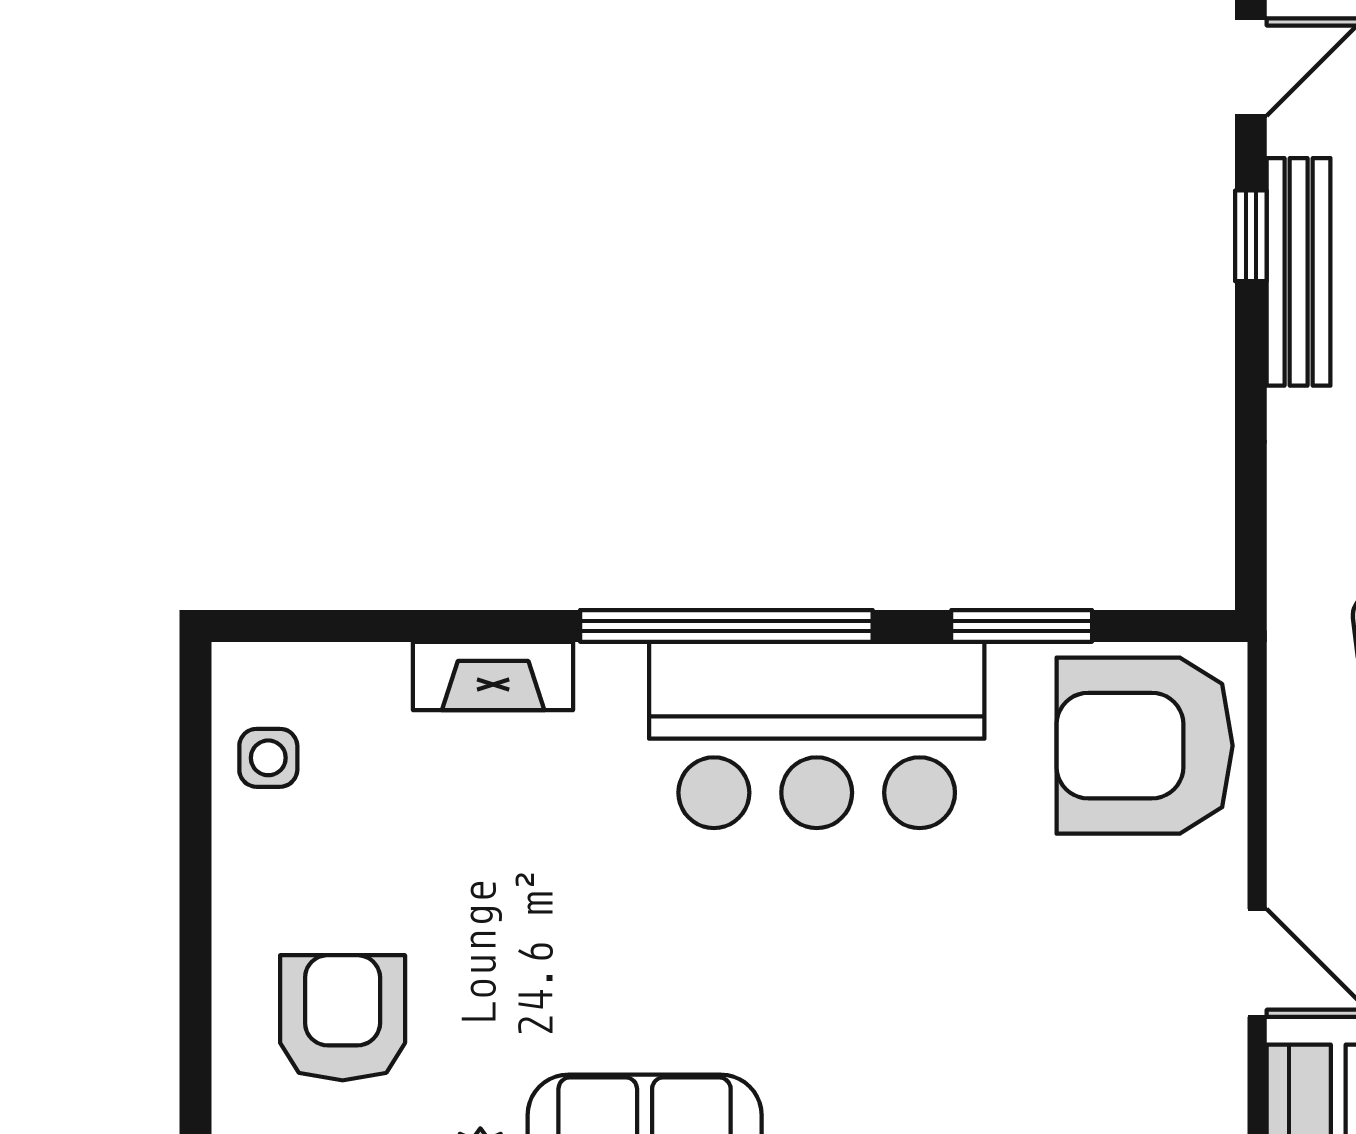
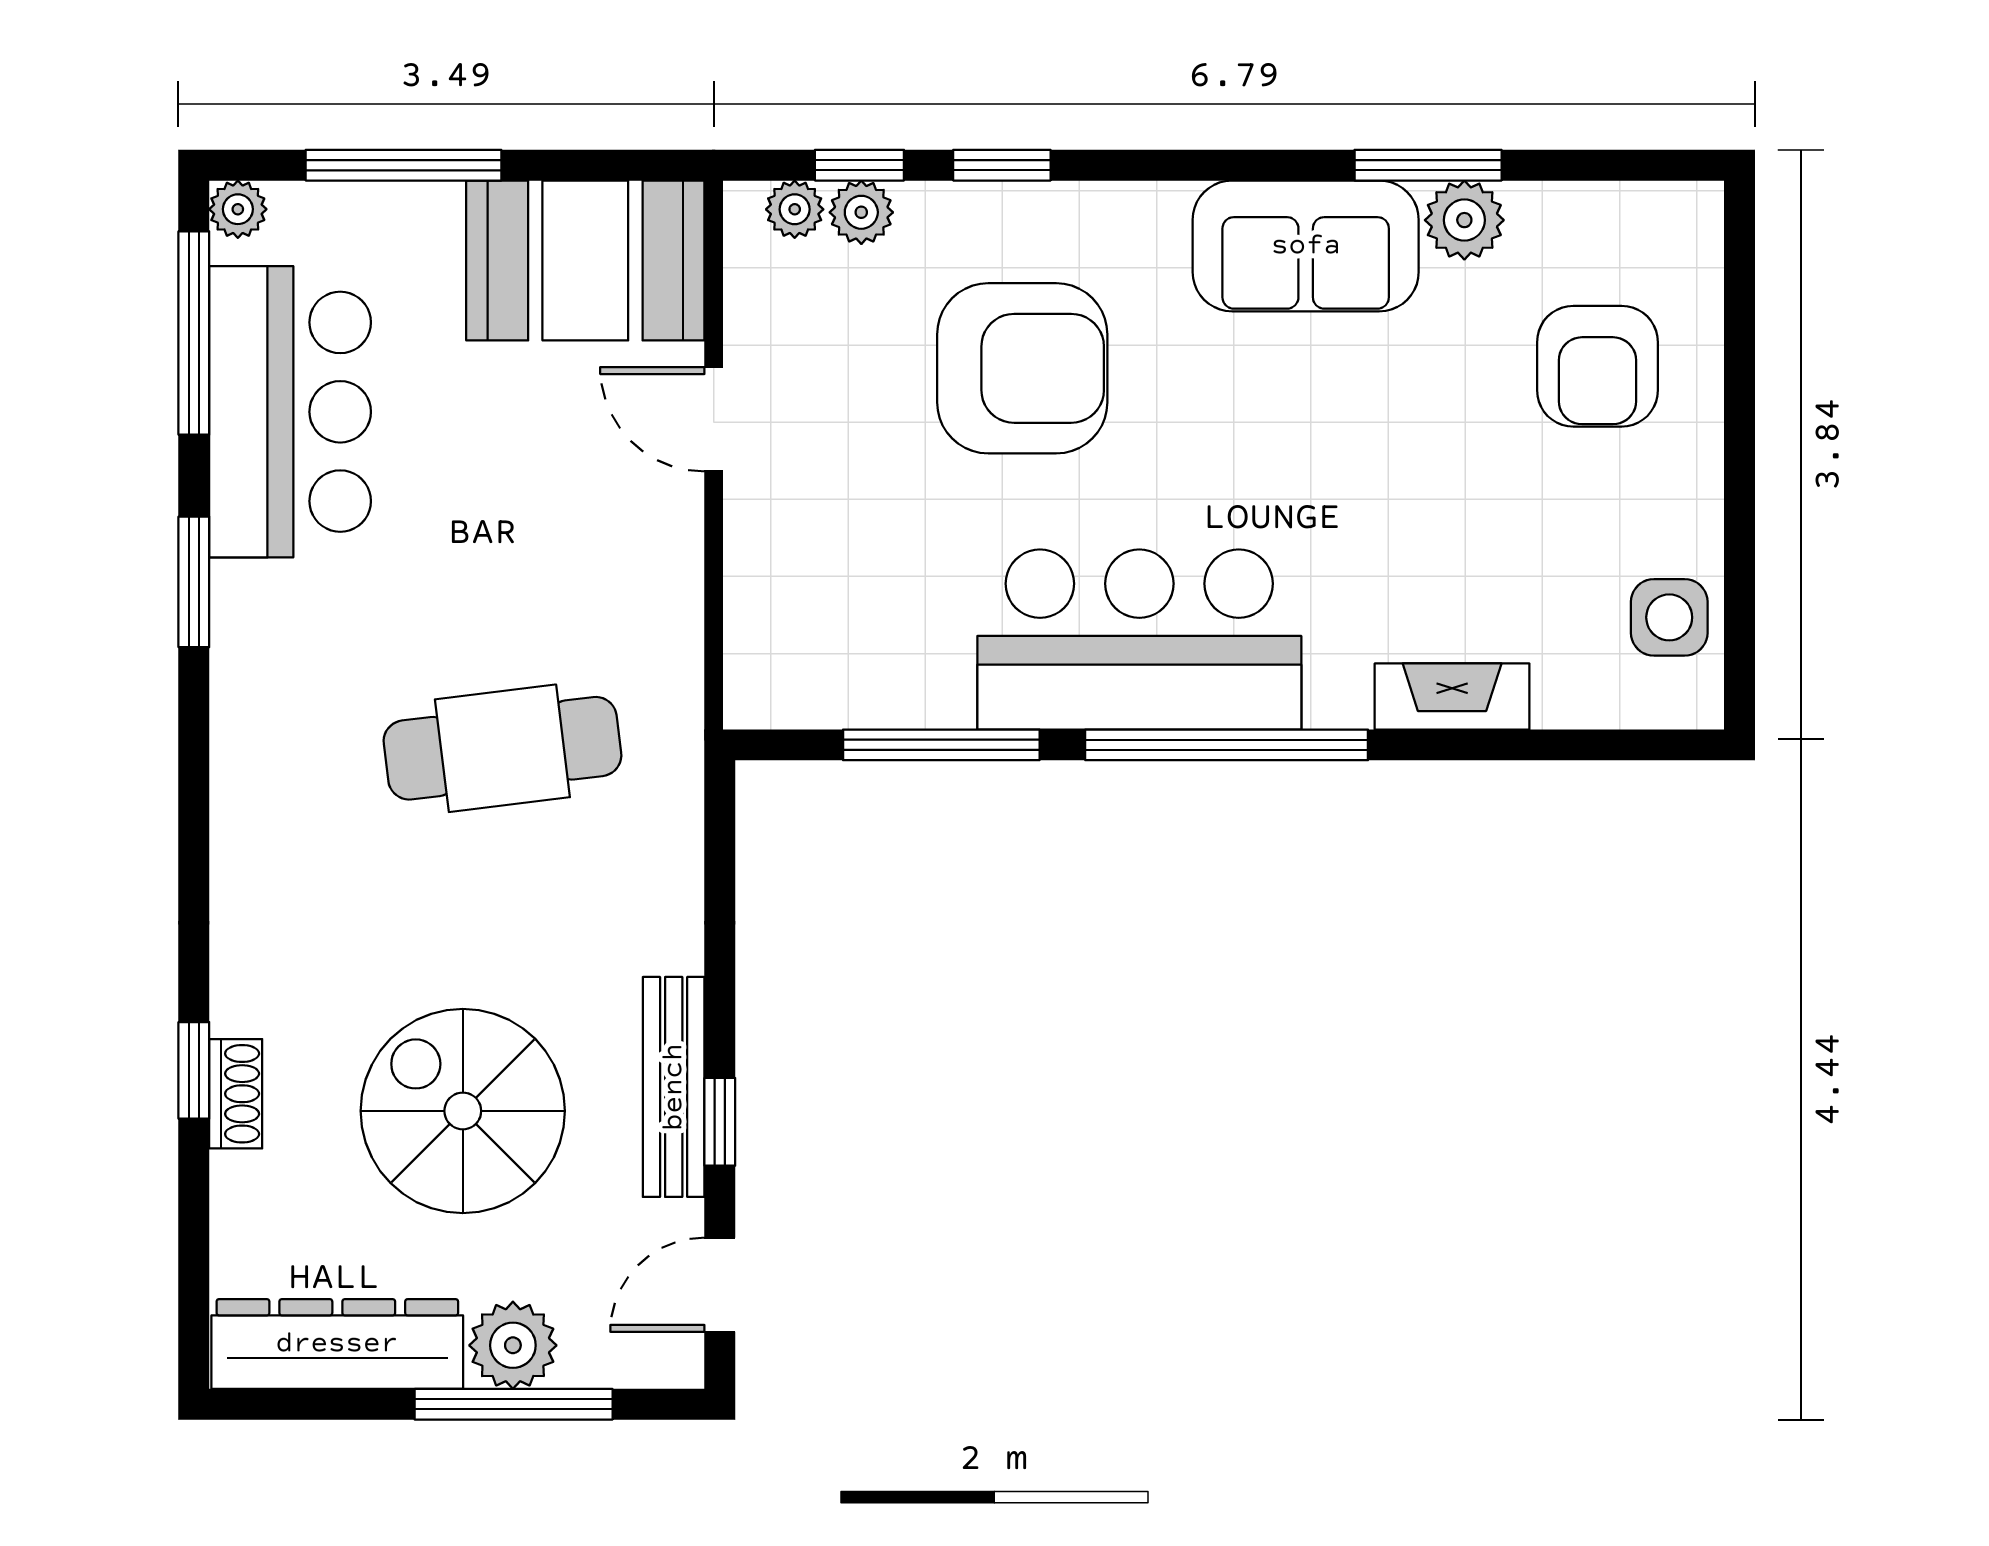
window: (1022, 626) -> (941, 745), width x1.44
armchair: (1145, 746) -> (1022, 368), moved
side table: (268, 758) -> (1669, 617), width x1.37, depth x1.37

